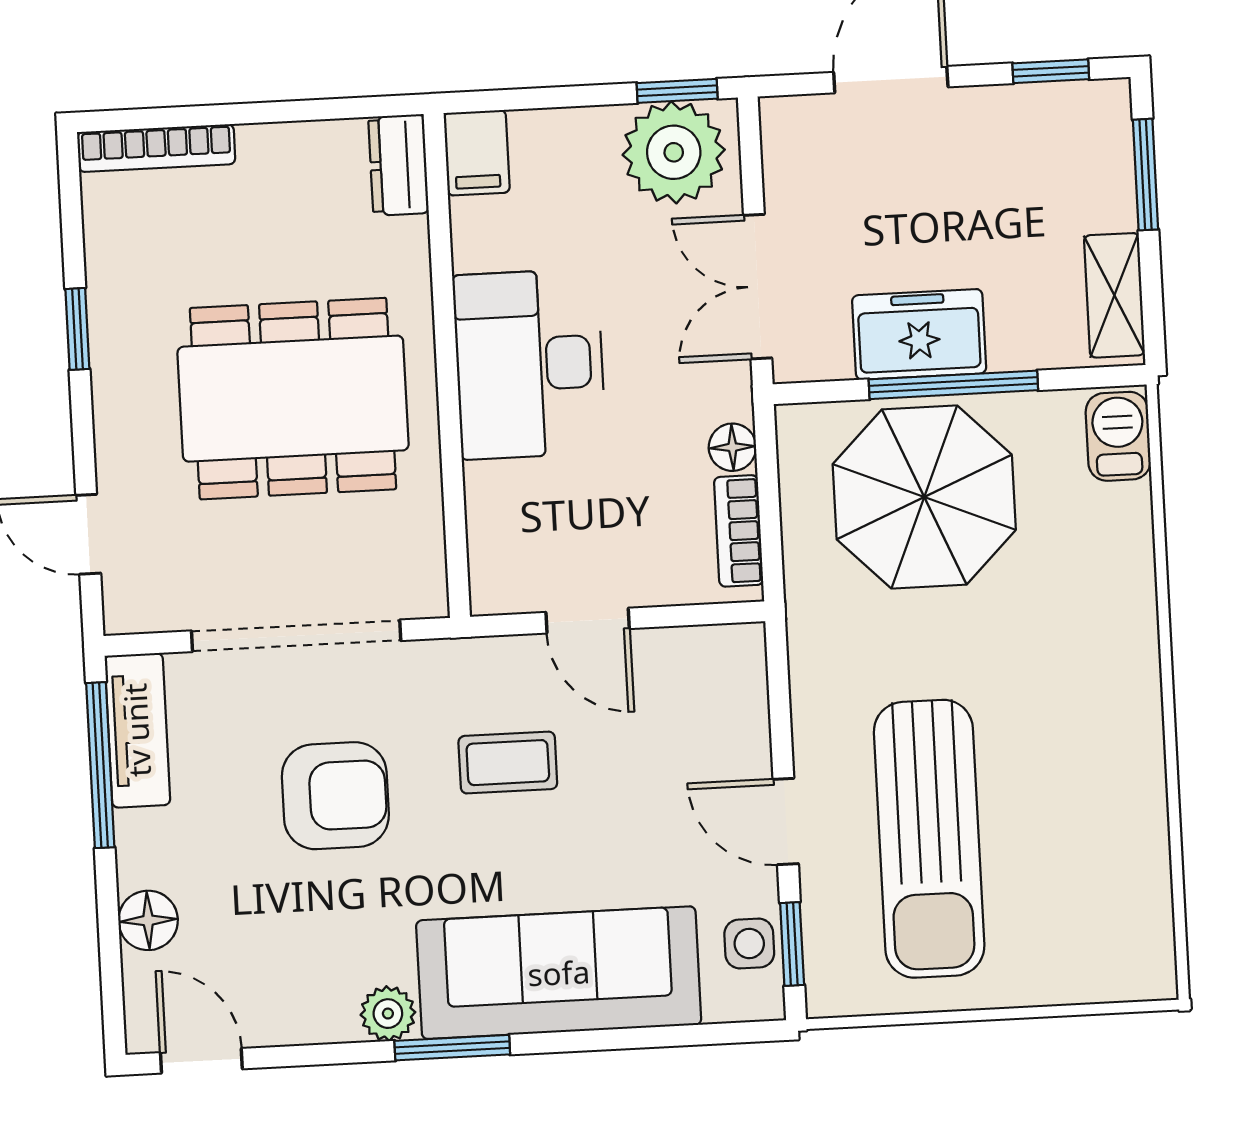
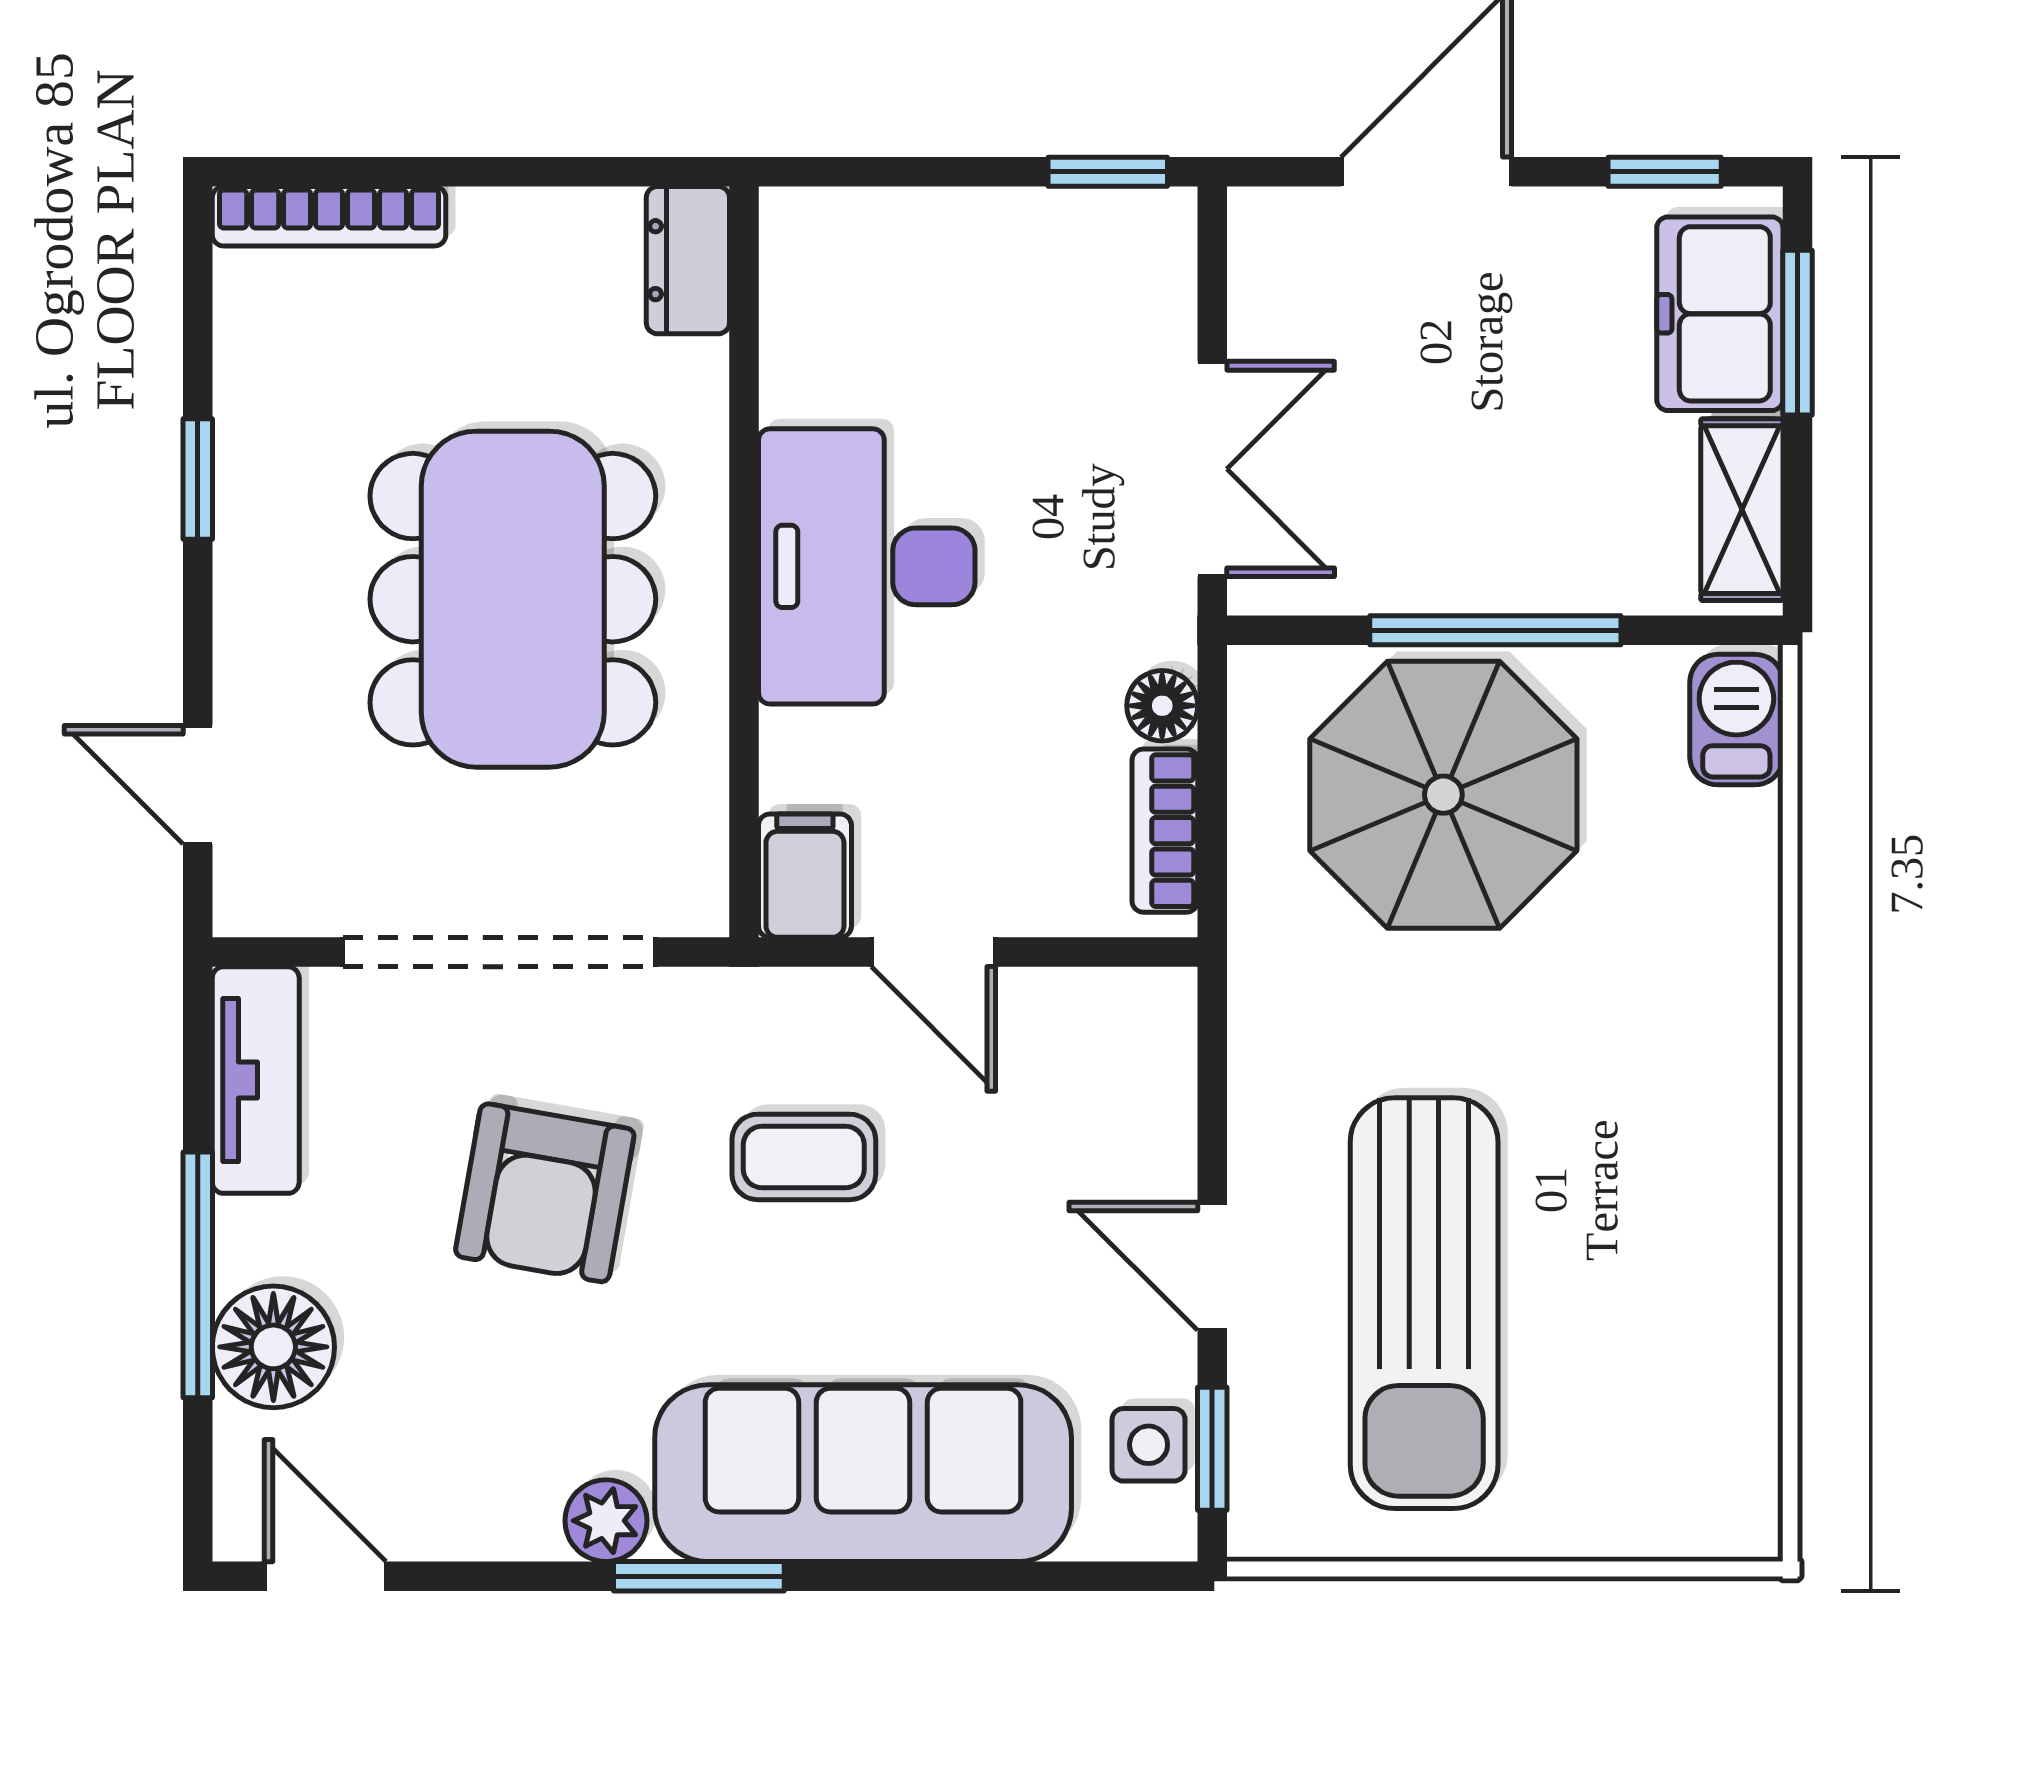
plant: (674, 152) -> (1098, 263), removed
filing cabinet: (477, 153) -> (805, 876), moved, turned 180
double door: (758, 287) -> (1212, 469), swing flipped
freezer: (919, 334) -> (1720, 314), moved, turned -90
dining table: (293, 399) -> (513, 599), turned 90
window: (100, 765) -> (198, 1275), moved
armchair: (335, 796) -> (545, 1193), turned 100
floor lamp: (148, 920) -> (273, 1347), width x1.38, depth x1.38

